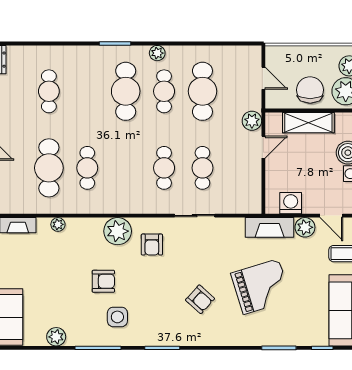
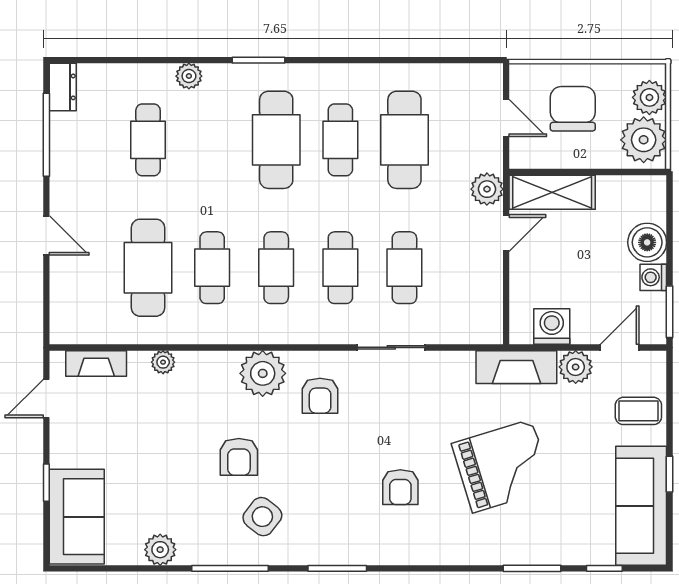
plant: (157, 53) -> (189, 76), moved
chair: (310, 90) -> (573, 109), moved
shelving: (308, 123) -> (552, 192), moved
cafe table: (126, 168) -> (276, 268), added
door: (331, 216) -> (620, 347), swing flipped
armchair: (103, 281) -> (239, 457), turned 90
armchair: (200, 299) -> (400, 487), turned 48
side table: (117, 317) -> (262, 517), turned 38

